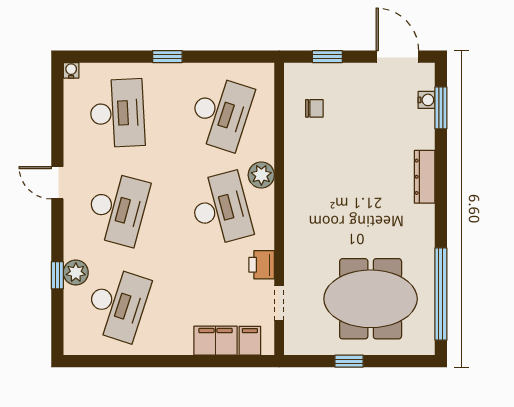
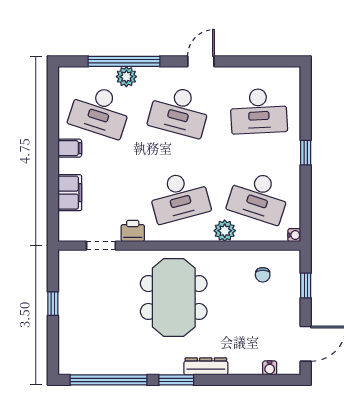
water cooler: (71, 70) -> (294, 235), moved
window: (441, 108) -> (176, 380), moved
plant: (261, 175) -> (225, 231), moved
window: (57, 275) -> (124, 61), width x3.17
meeting table: (371, 299) -> (174, 298), moved
filing cabinet: (250, 341) -> (70, 148), moved

